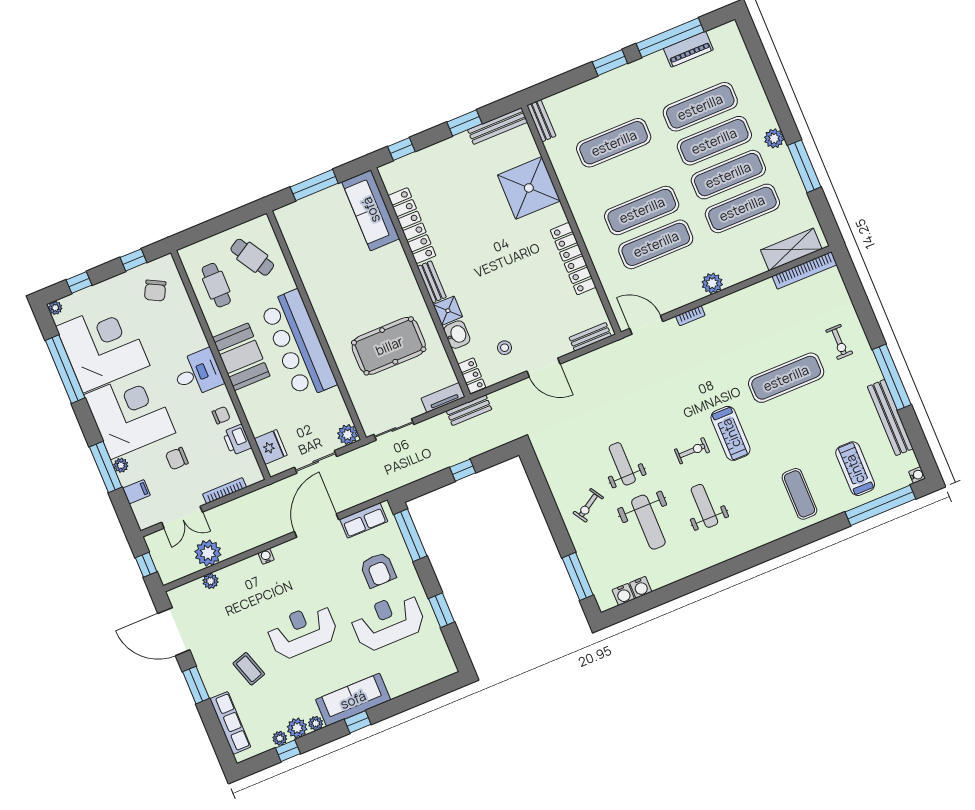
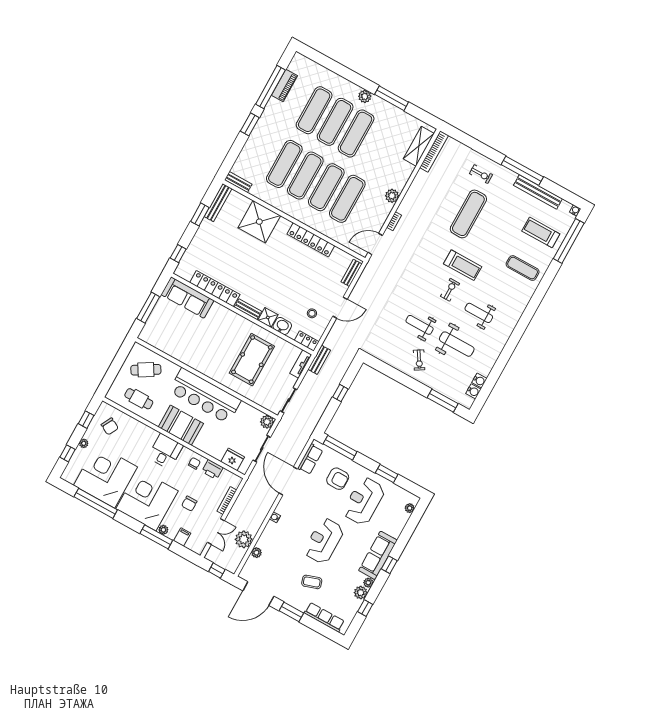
exercise mat: (742, 208) -> (305, 176), moved
plant: (55, 308) -> (84, 443), moved
plant: (280, 738) -> (410, 508), moved

